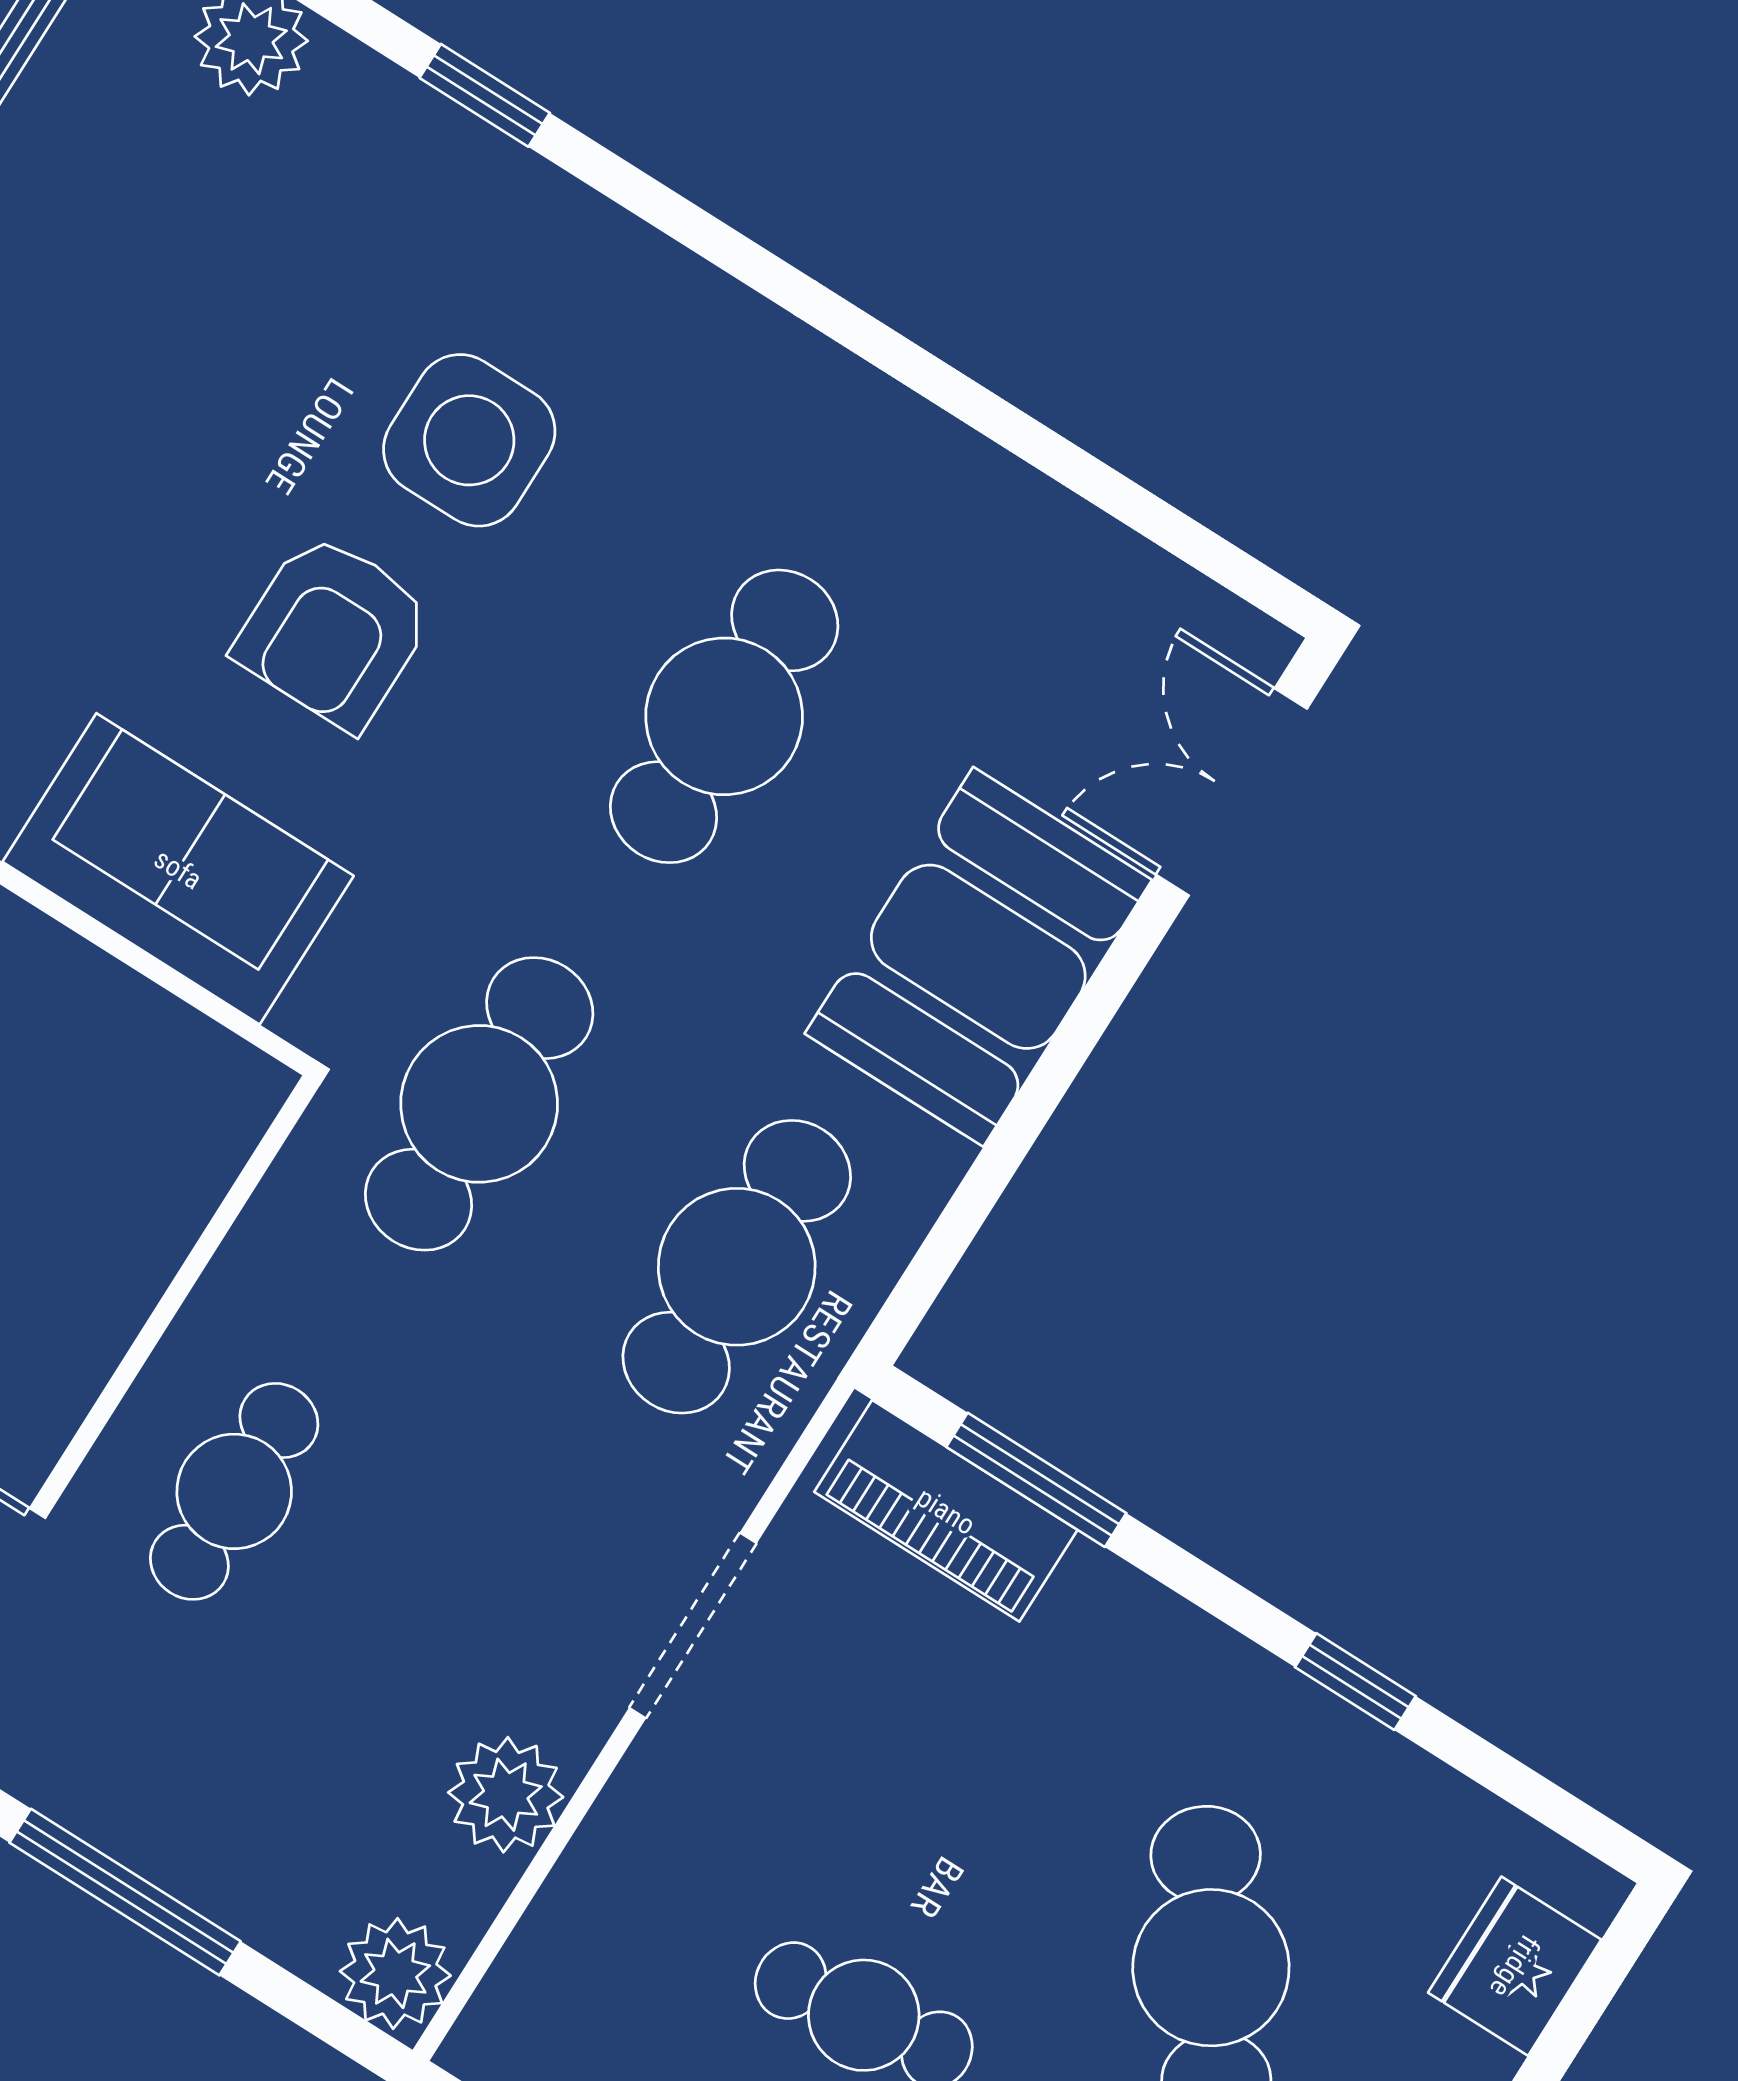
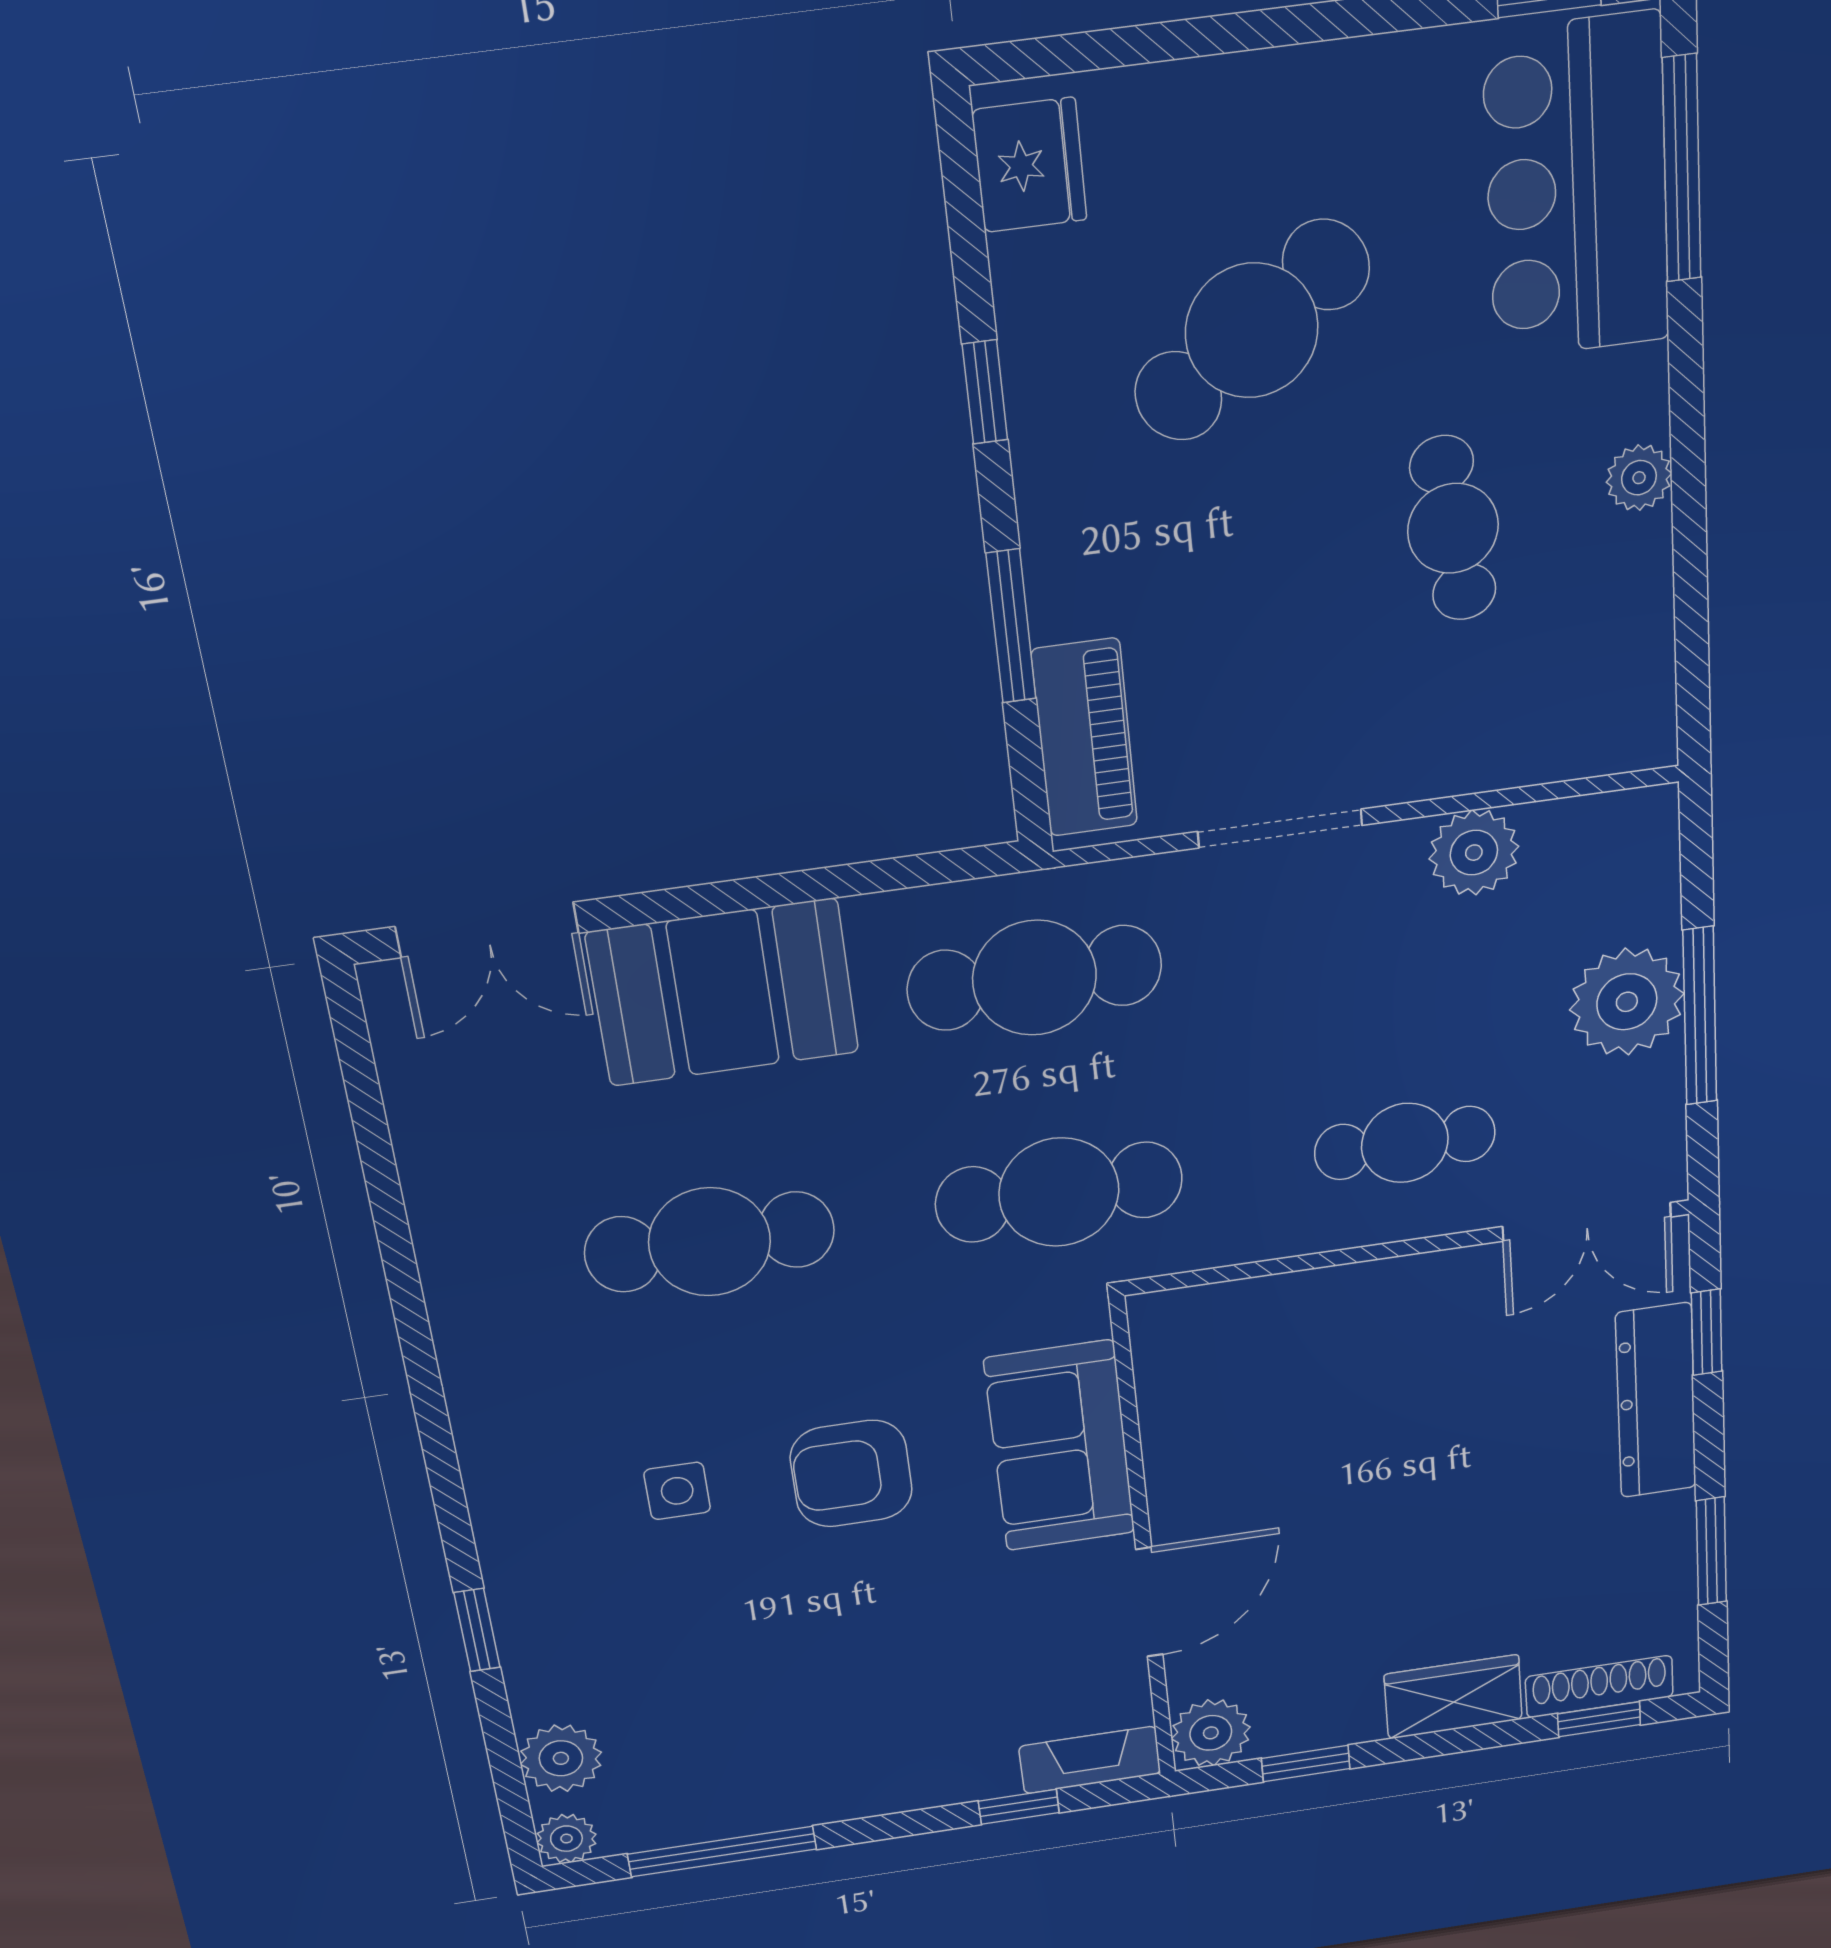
side table: (469, 440) -> (677, 1491), width x0.54, depth x0.54
armchair: (334, 631) -> (851, 1474), turned 180
window: (1036, 1480) -> (1011, 626), moved
fridge: (1515, 1966) -> (1029, 165), moved, turned -90
plant: (395, 1973) -> (1627, 1002), moved, width x1.36, depth x1.36

